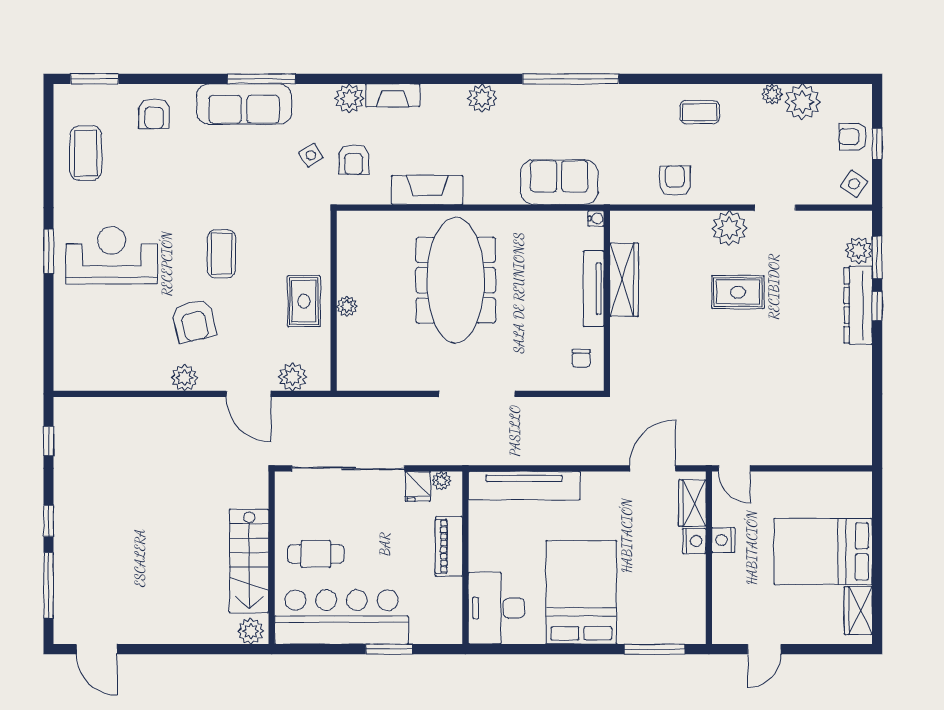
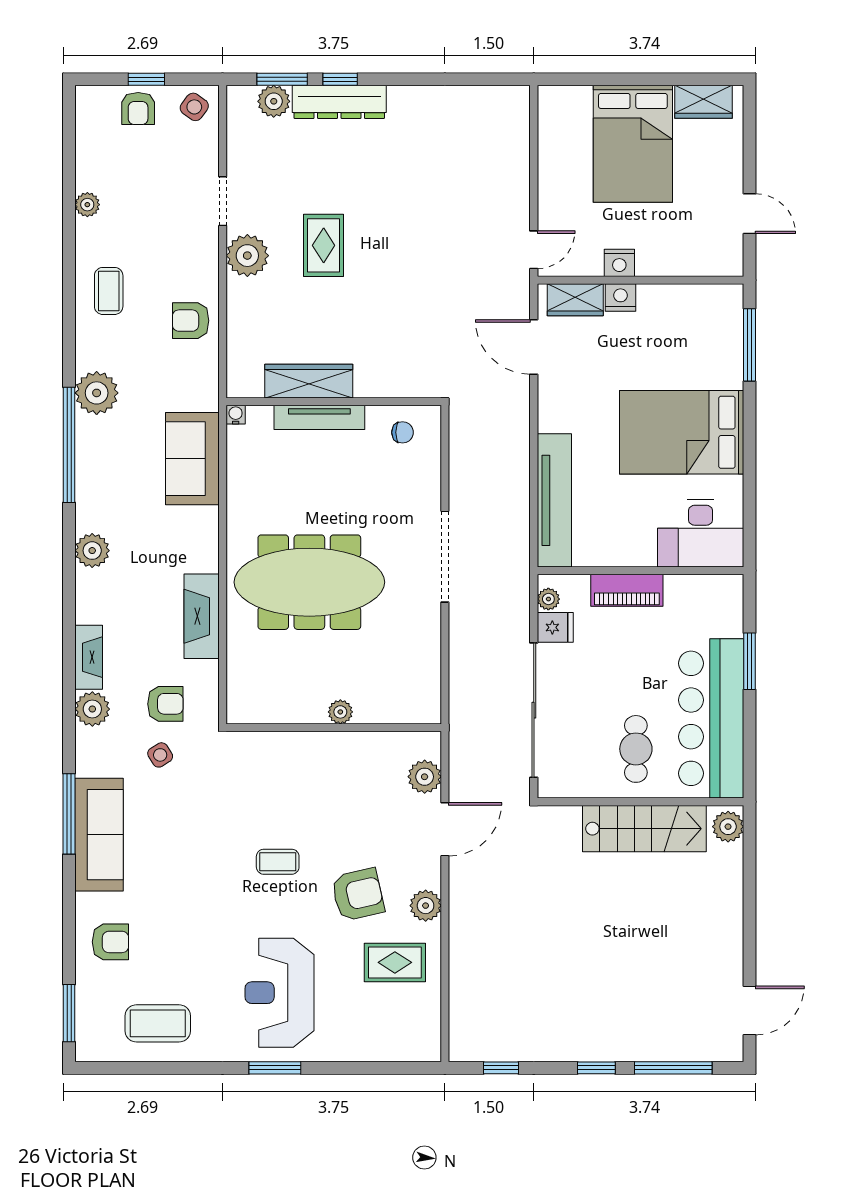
plant: (803, 102) -> (97, 393), moved
coffee table: (221, 254) -> (278, 862), width x0.73, depth x0.77
rug: (304, 301) -> (395, 962), moved

